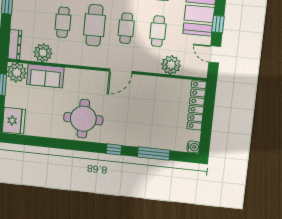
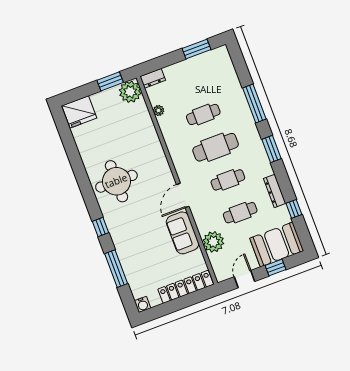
dresser: (15, 45) -> (153, 78), width x0.70
plant: (43, 53) -> (159, 111), width x0.53, depth x0.53
door: (121, 71) -> (183, 195), hinge flipped
sofa: (45, 76) -> (183, 233), moved

